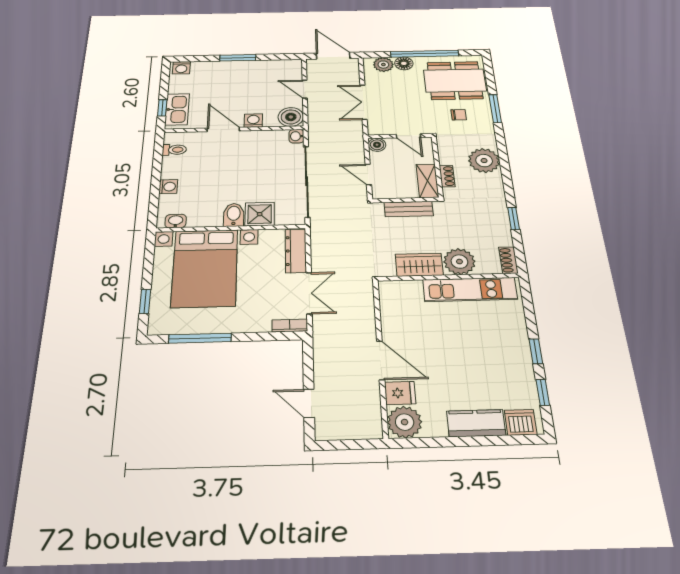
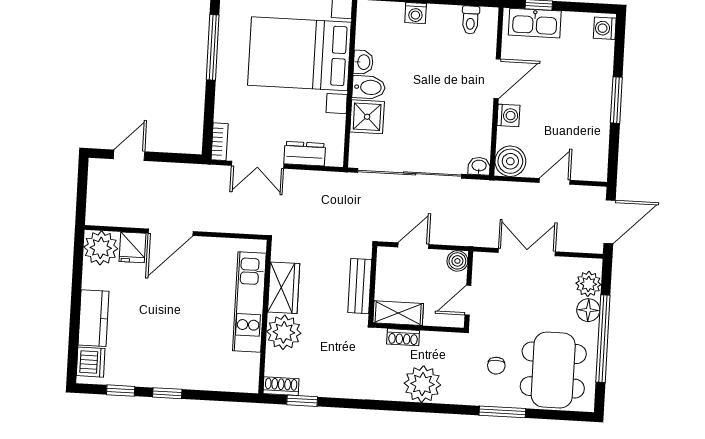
window: (514, 218) -> (302, 401), moved
washbasin: (176, 221) -> (363, 62), moved
dresser: (296, 251) -> (305, 154), width x0.70
kitchen unit: (470, 289) -> (249, 302), moved

